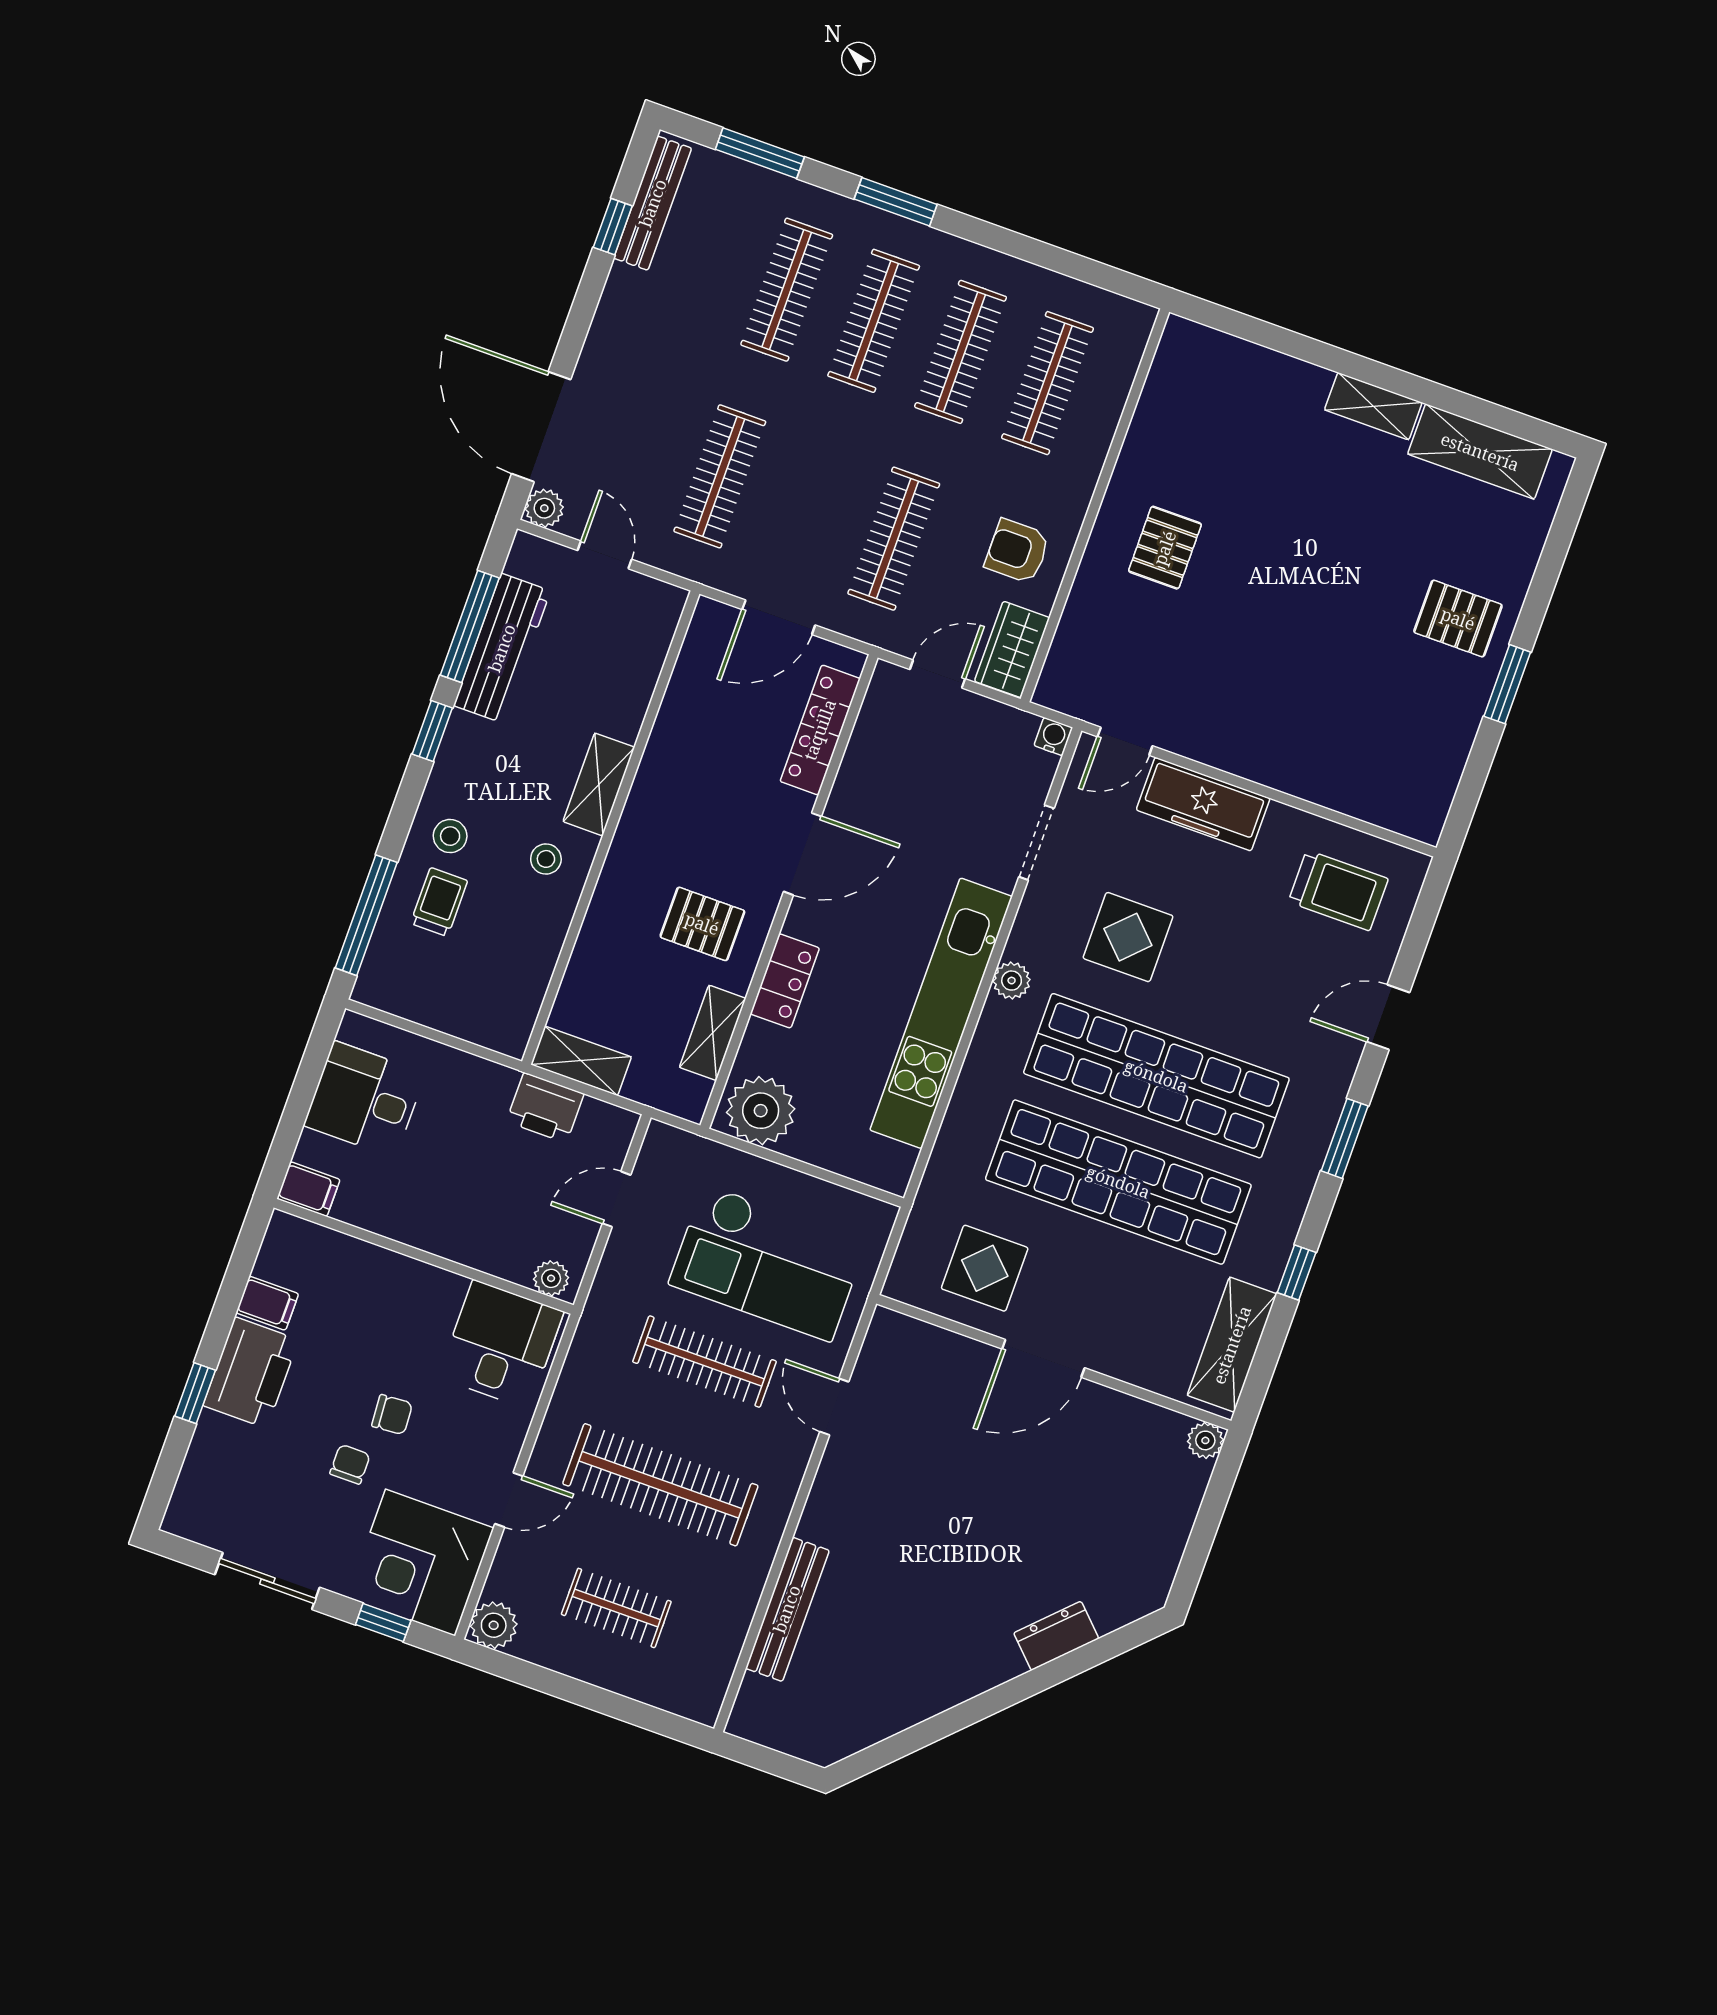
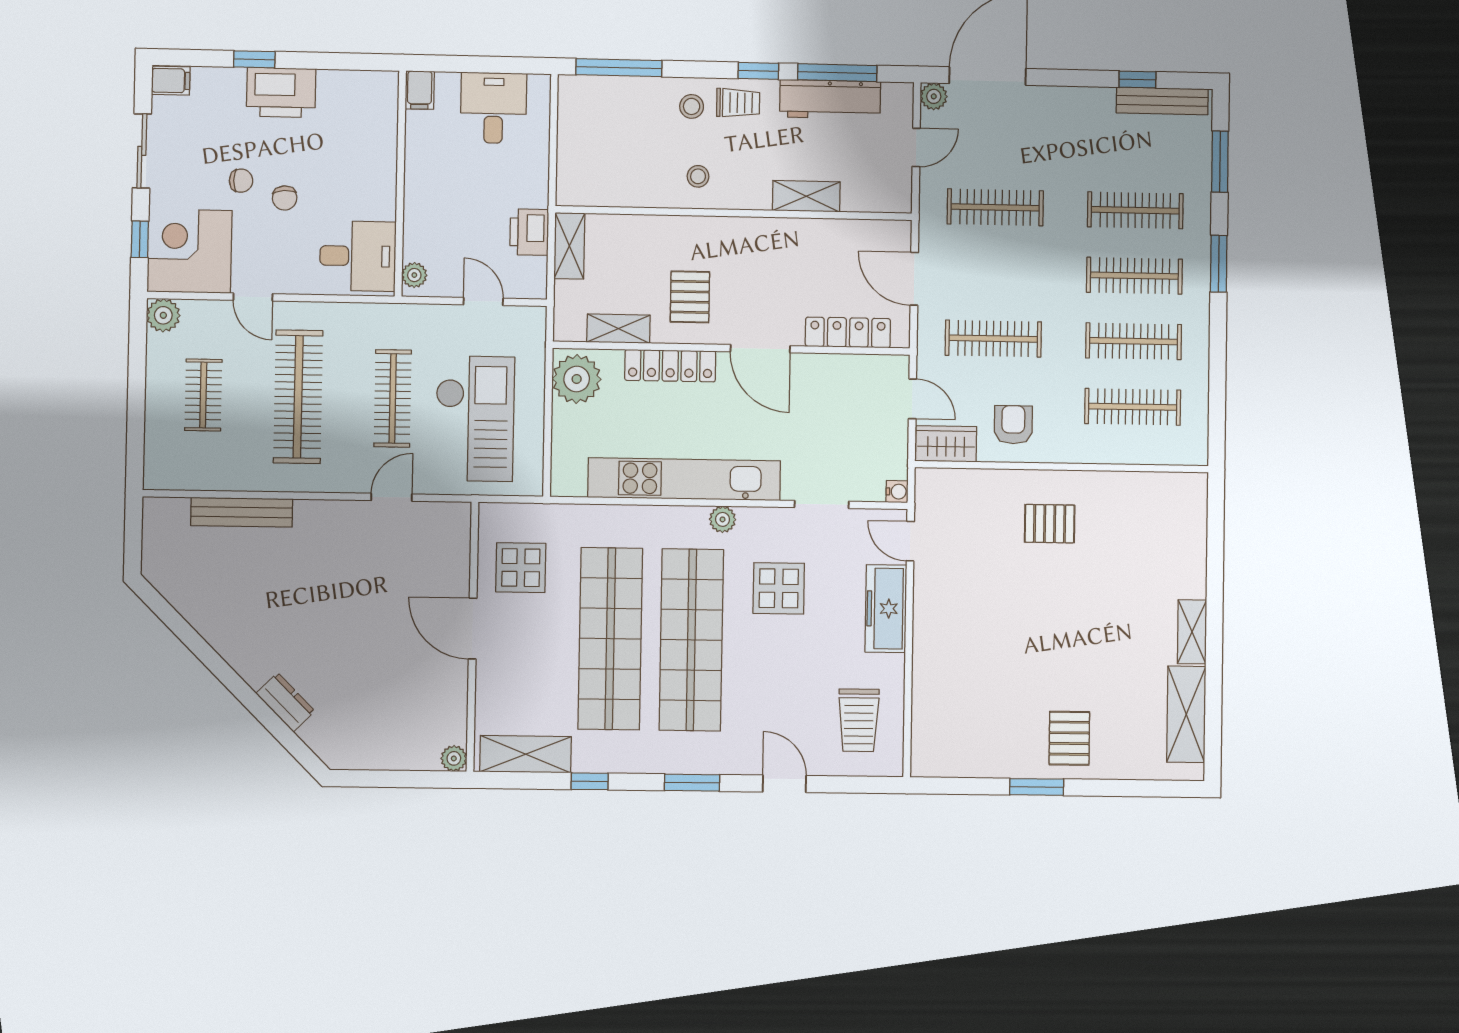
shelving: (599, 784) -> (806, 196), moved
trolley: (439, 902) -> (738, 103), moved
locker: (785, 981) -> (670, 366), width x1.53
checkout: (768, 1263) -> (475, 419), turned 180
filing cabinet: (267, 1303) -> (171, 81), moved, turned -90

